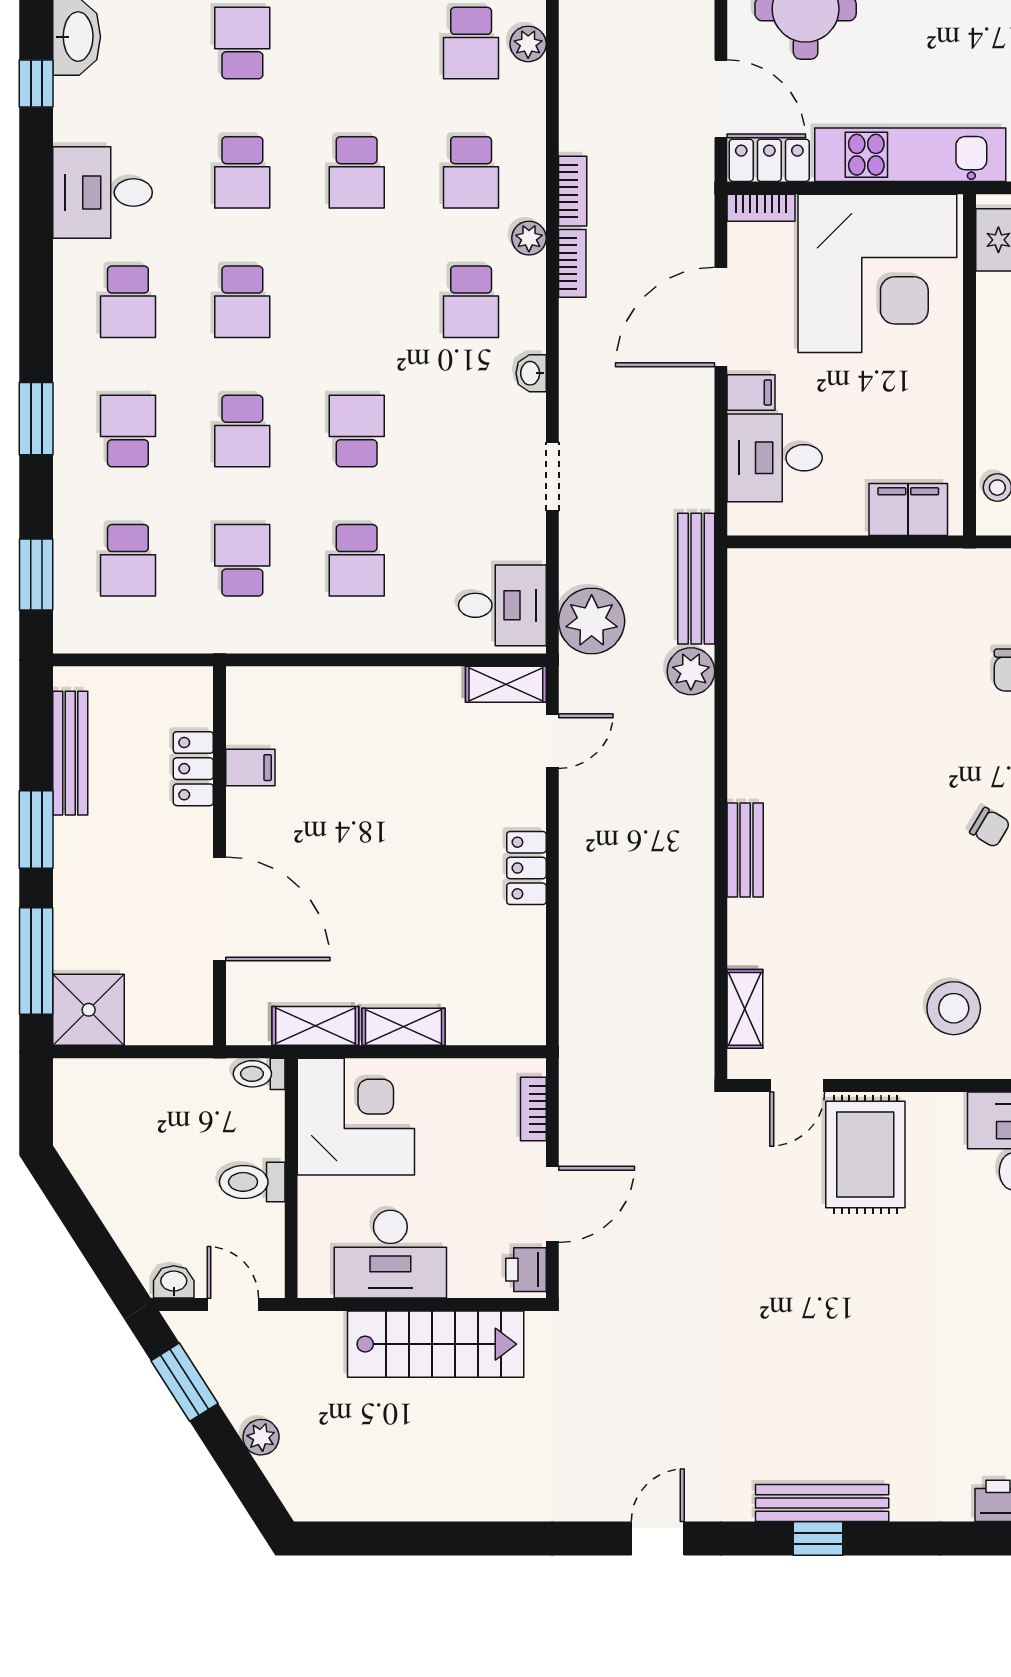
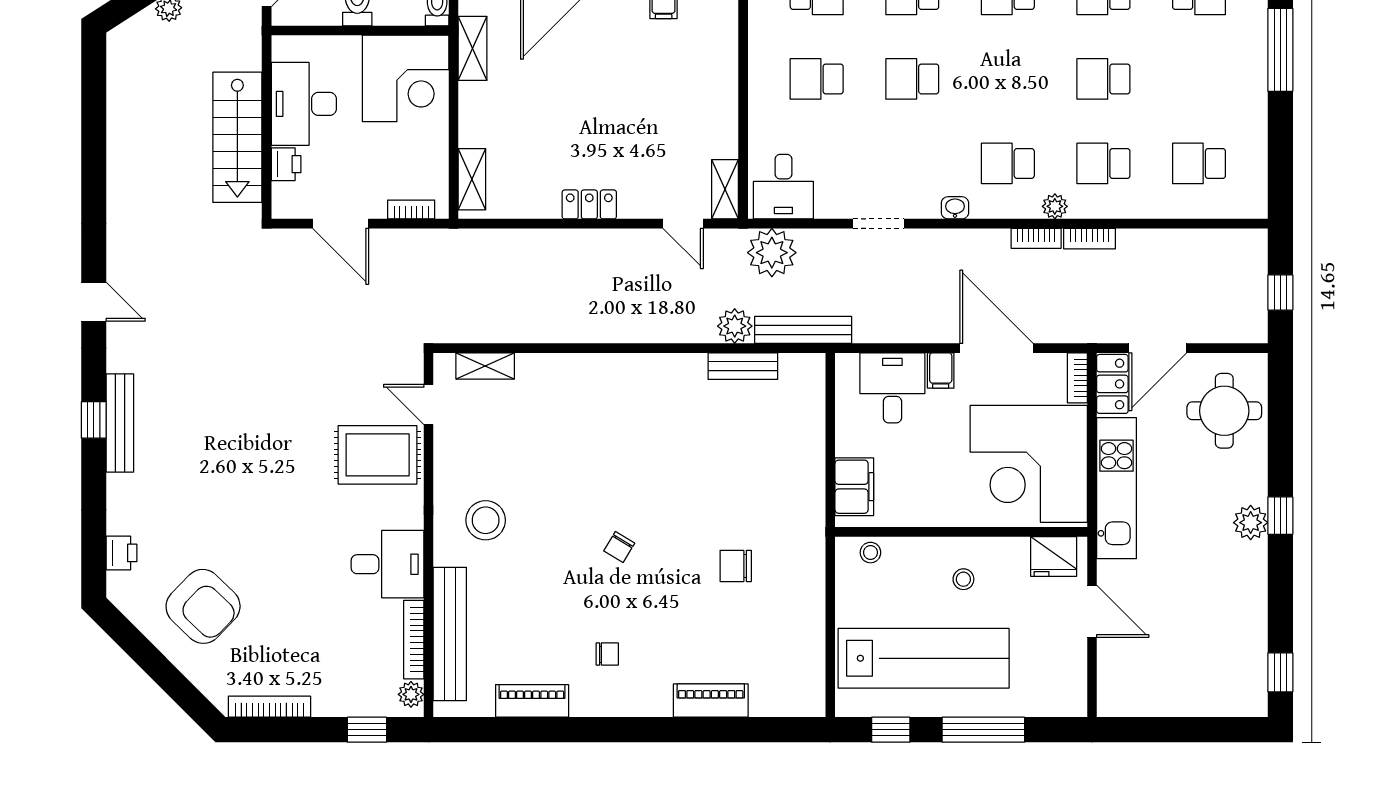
plant: (528, 44) -> (1198, 206), removed
school desk: (357, 431) -> (912, 79), turned 180
bench: (745, 850) -> (743, 366), moved
shelving: (403, 1027) -> (472, 179), moved
printer: (526, 1270) -> (286, 164), moved, turned 90

